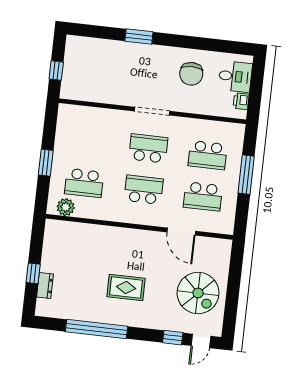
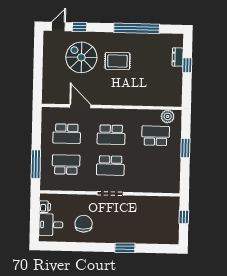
window: (246, 175) -> (36, 164), moved
school desk: (203, 196) -> (67, 134), turned 180
spiral stairs: (198, 293) -> (81, 57), moved

